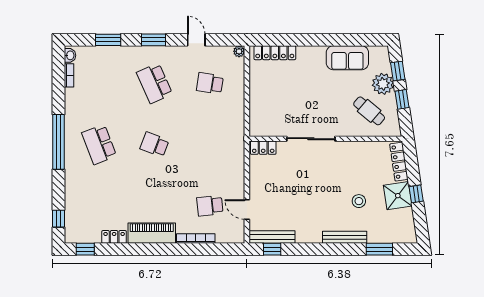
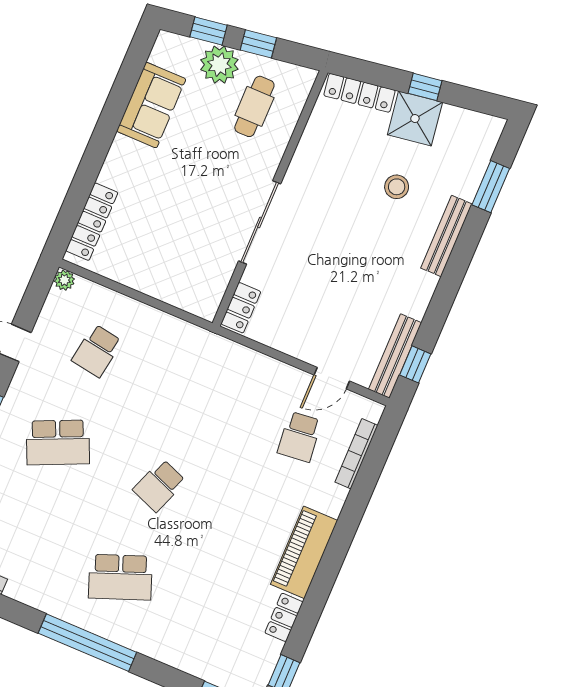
cafe table: (369, 111) -> (254, 106), turned -40
bookcase: (196, 239) -> (356, 454), moved

